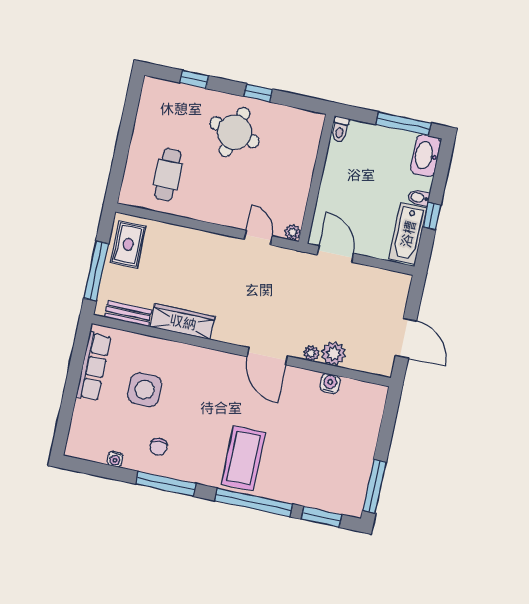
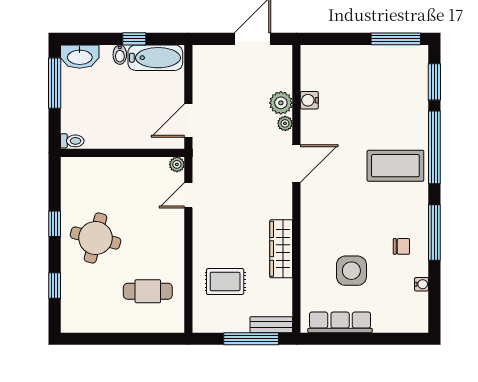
rug: (128, 244) -> (225, 282), moved
bench: (128, 314) -> (271, 325), moved, turned 90

